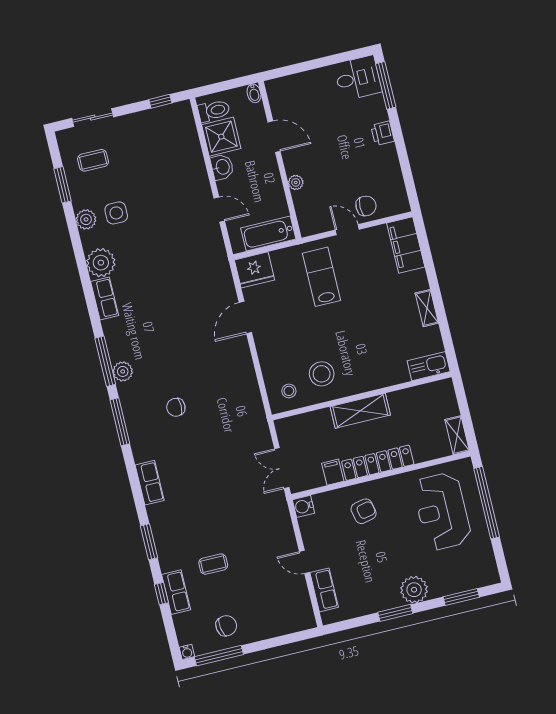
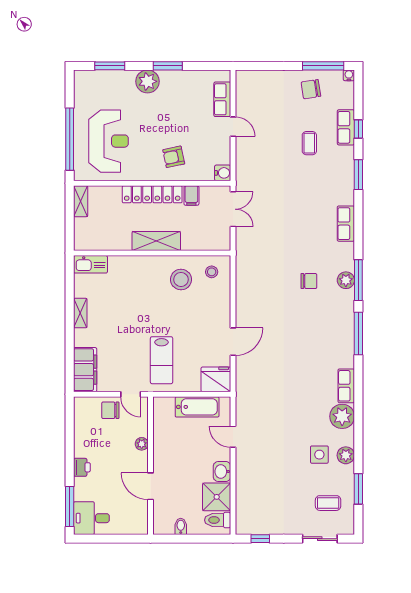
door: (274, 137) -> (151, 486), moved
wall: (280, 160) -> (151, 466), moved
plant: (296, 182) -> (142, 444), moved
plant: (123, 371) -> (346, 280), moved
coffee table: (213, 564) -> (309, 143), turned 90

